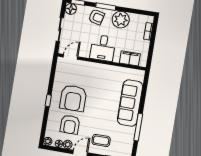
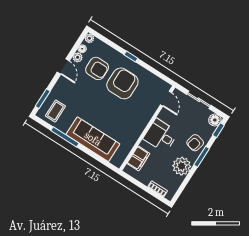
armchair: (73, 98) -> (122, 83), turned 90
armchair: (70, 124) -> (97, 68), turned 180
coffee table: (101, 140) -> (55, 111), moved

